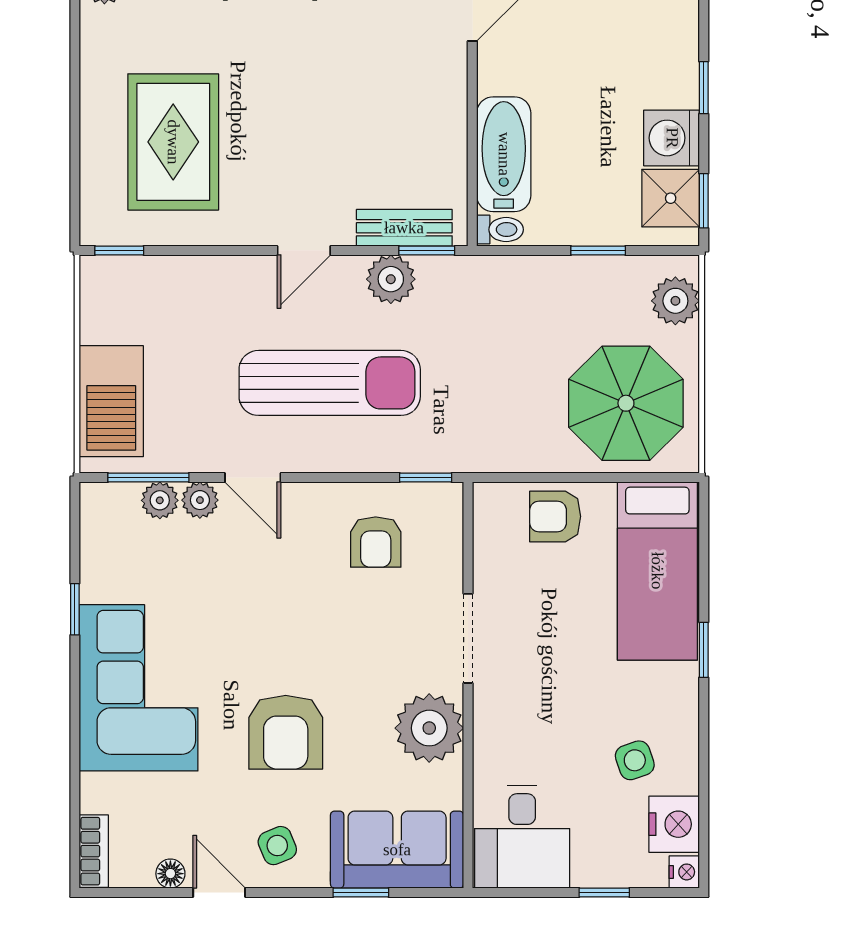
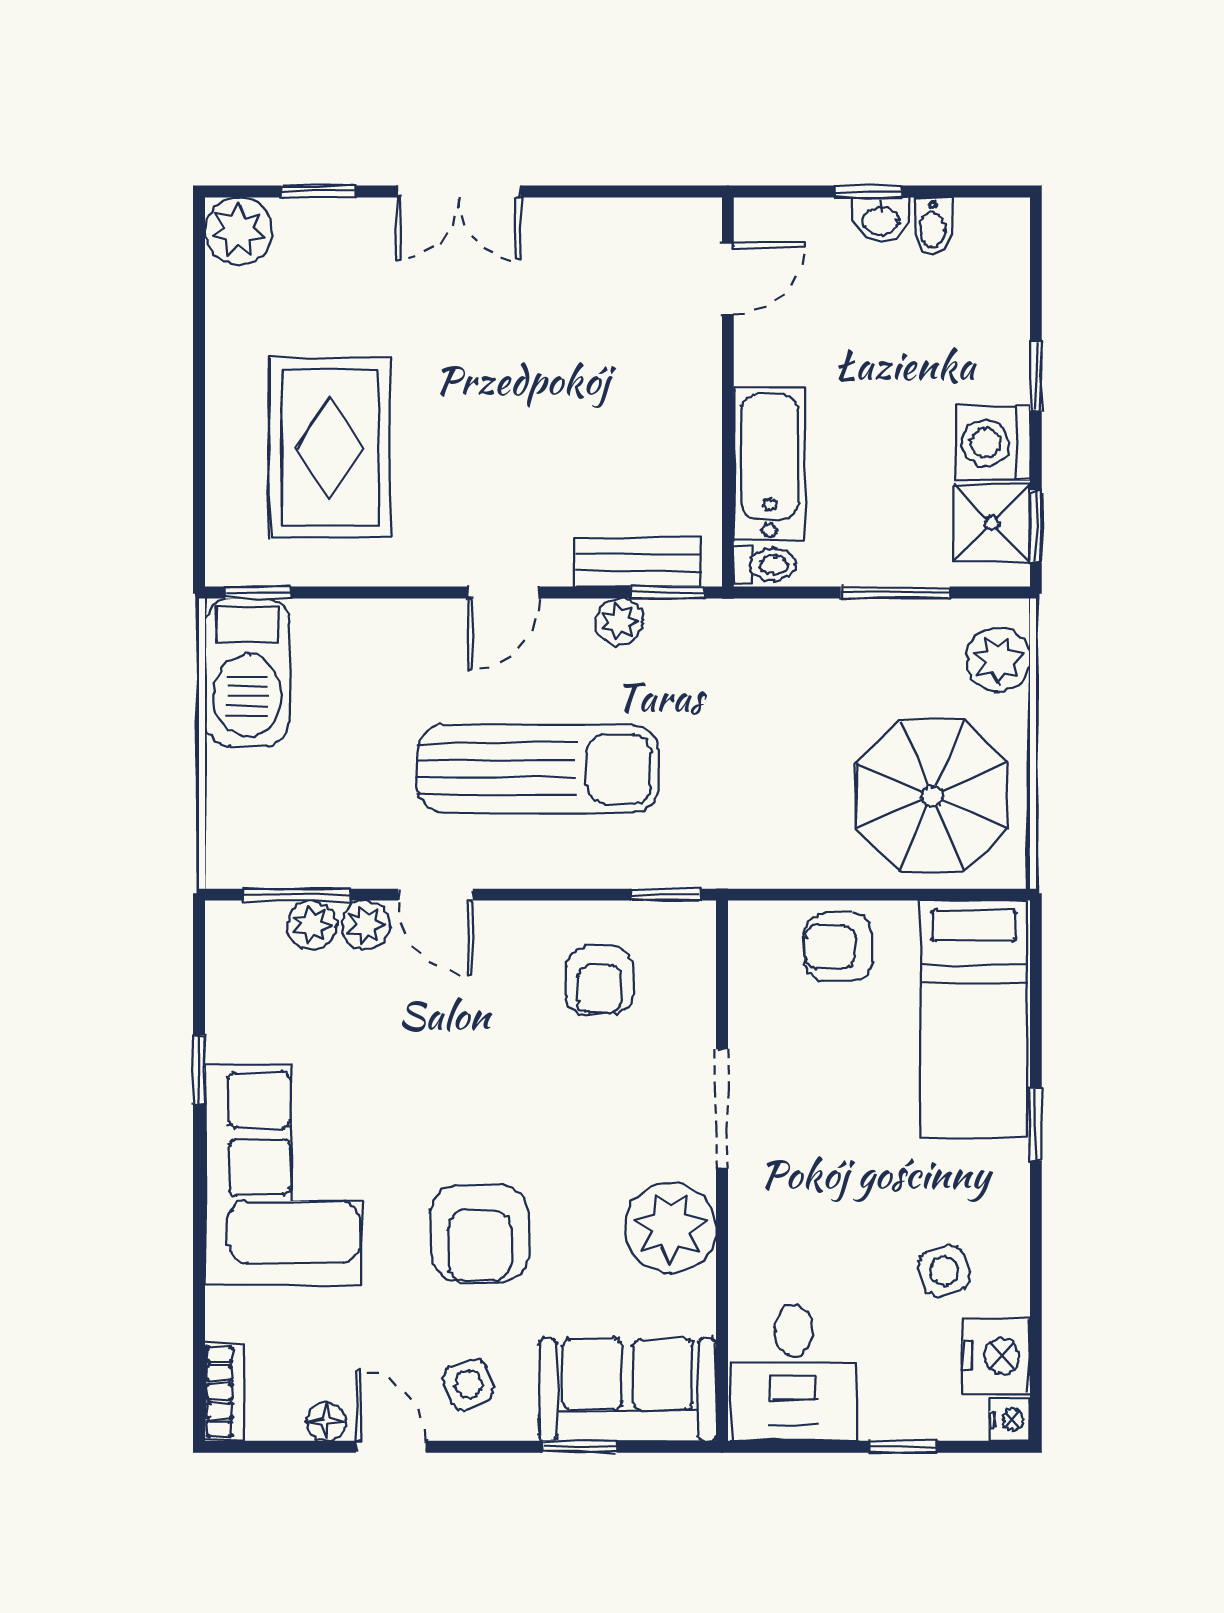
window: (598, 250) -> (895, 592), width x1.50
plant: (391, 279) -> (619, 622), width x0.73, depth x0.73
barbecue: (111, 401) -> (247, 672), moved

